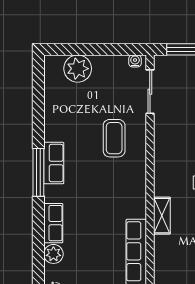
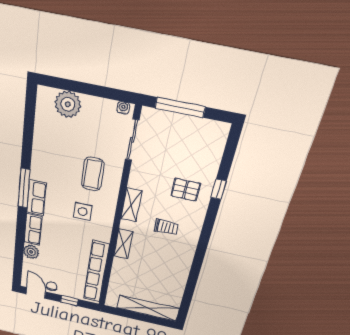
row of seats: (54, 163) -> (36, 198), moved
shelving: (162, 165) -> (131, 205), added
side table: (109, 186) -> (83, 212), added

